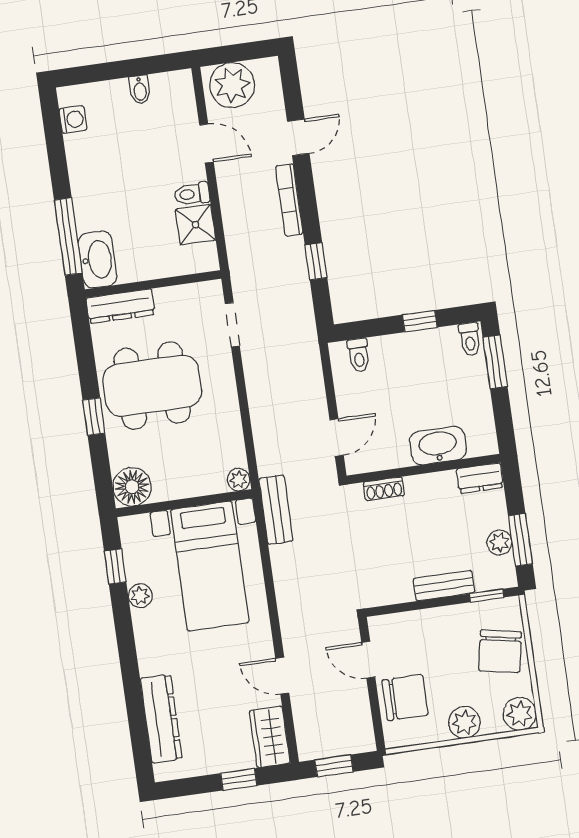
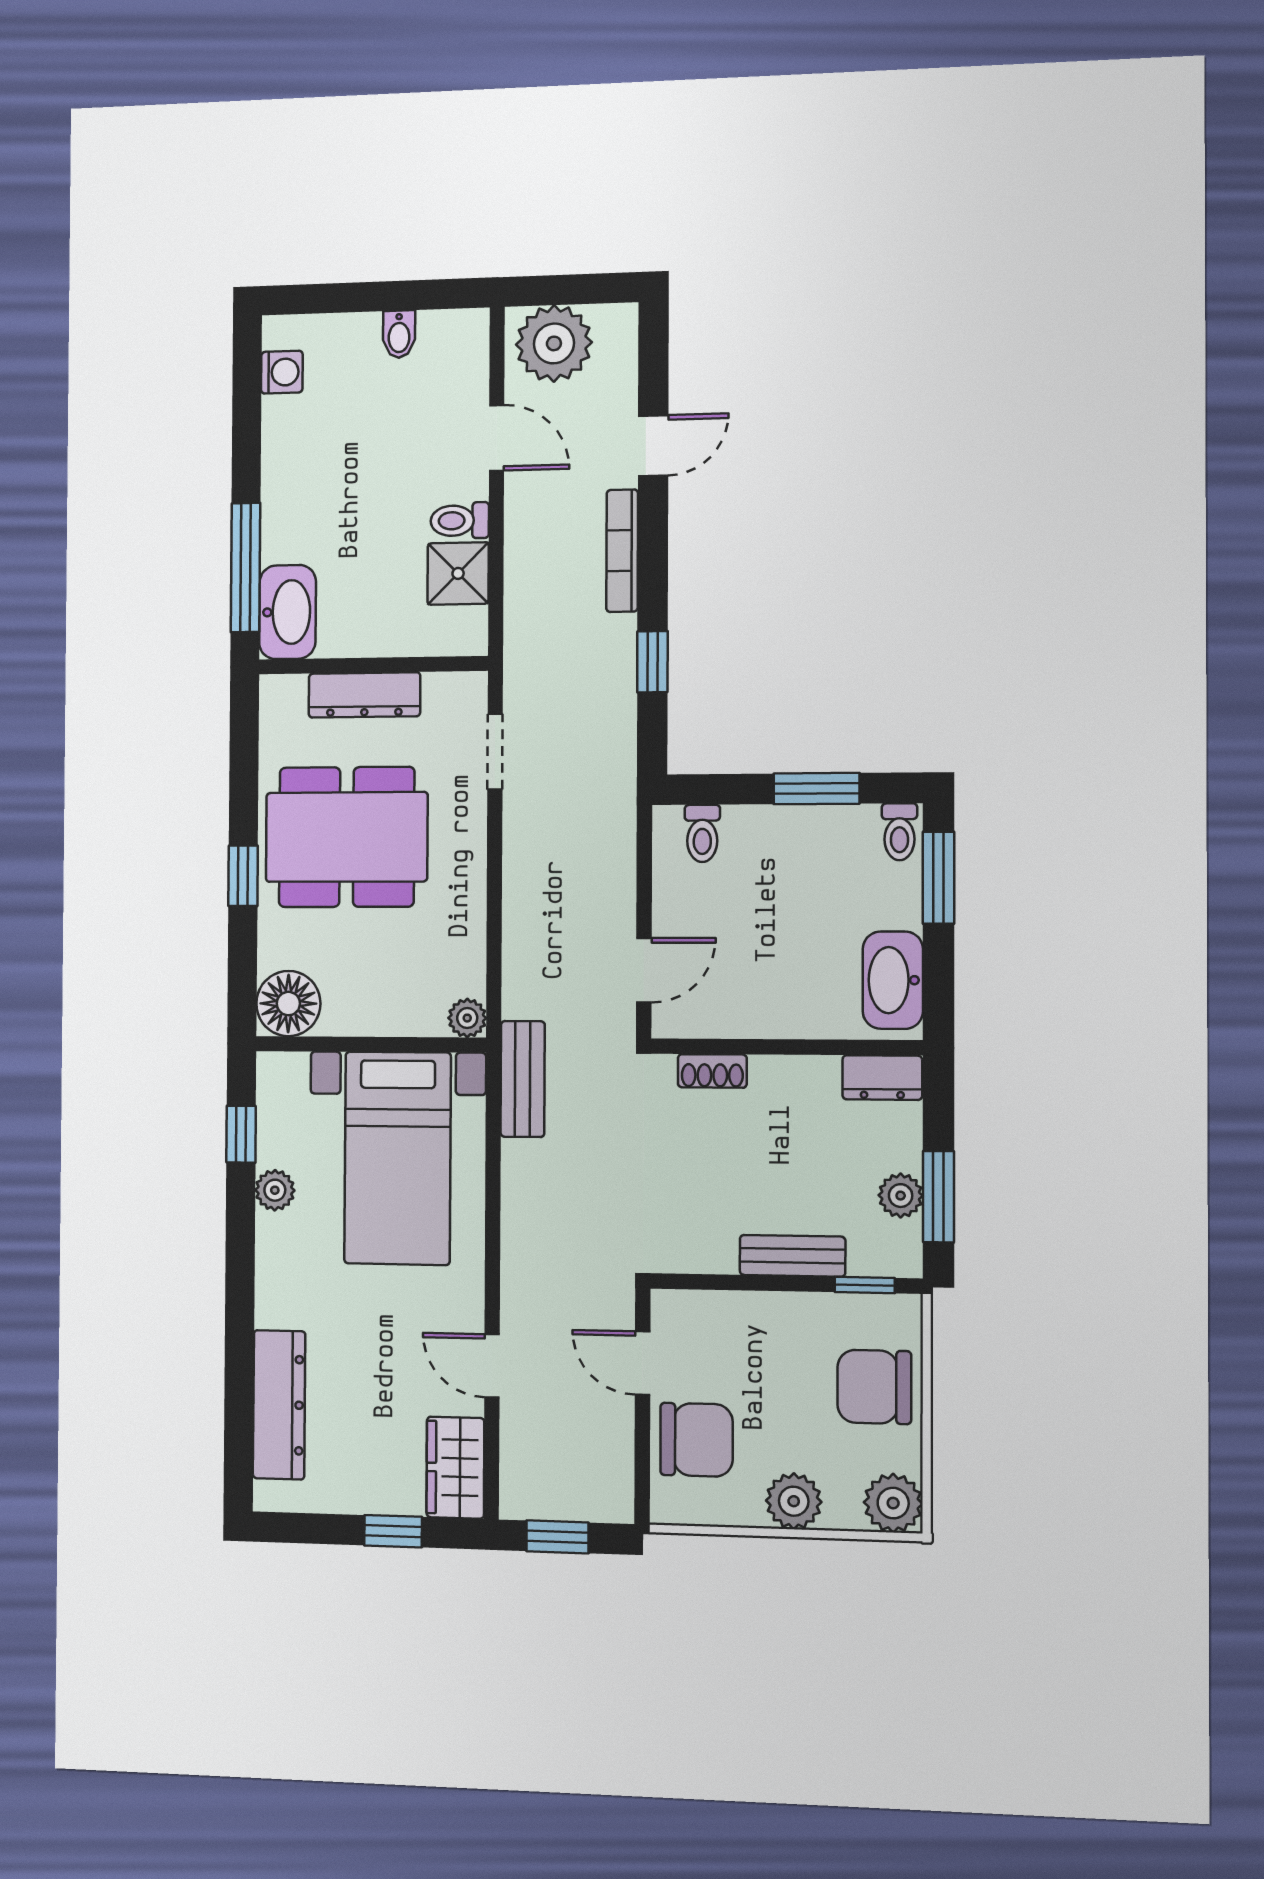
dresser: (121, 306) -> (364, 695), moved
window: (420, 321) -> (817, 789), width x1.50
washbasin: (438, 446) -> (893, 980), moved, turned -90
chair: (500, 651) -> (874, 1387), turned 79

